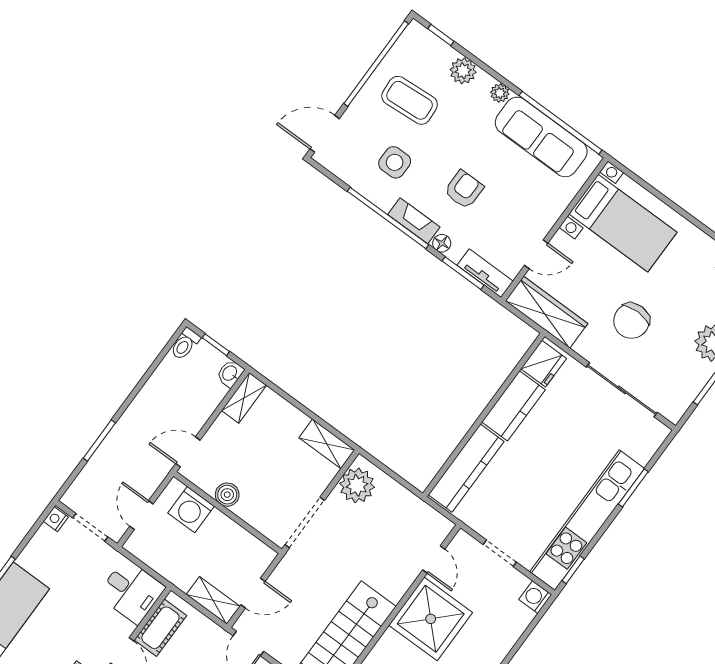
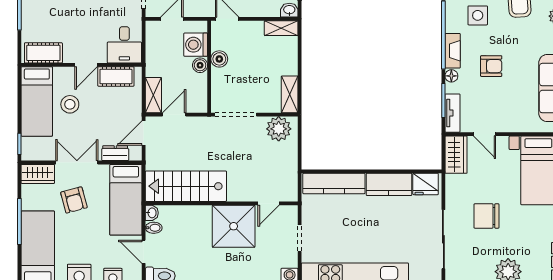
wardrobe: (547, 312) -> (456, 155), width x0.67
boiler: (218, 522) -> (200, 65), added
door: (253, 593) -> (174, 115), swing flipped

